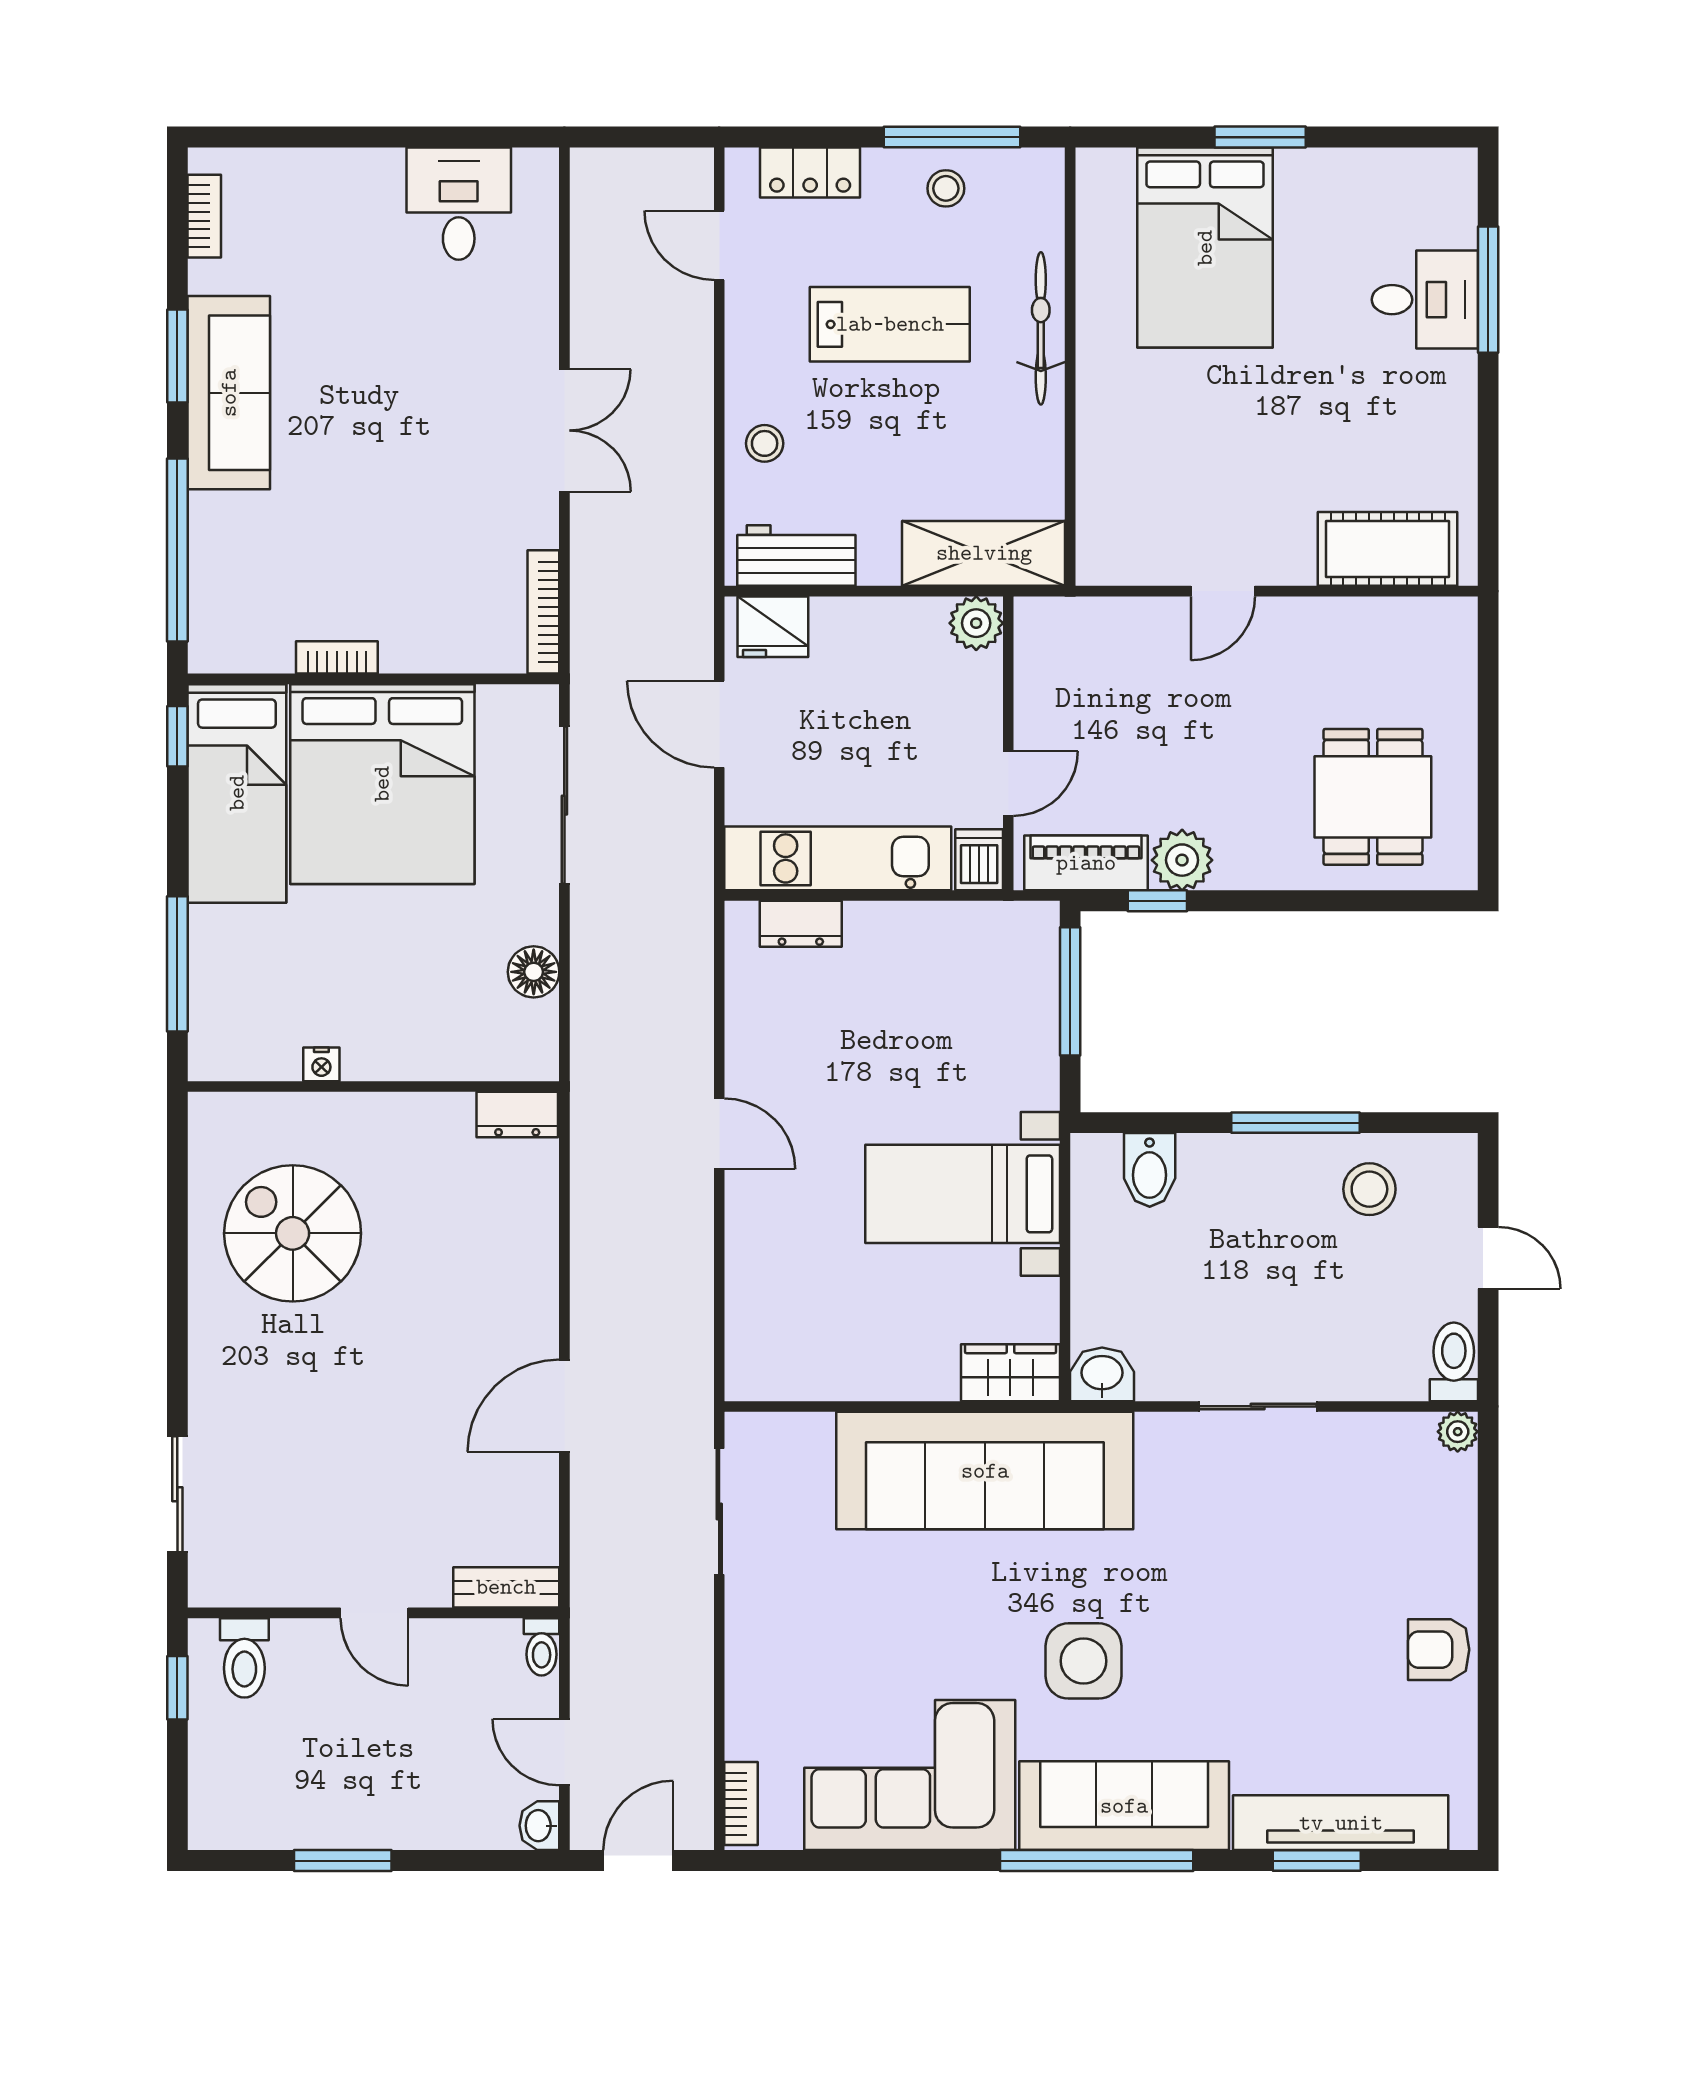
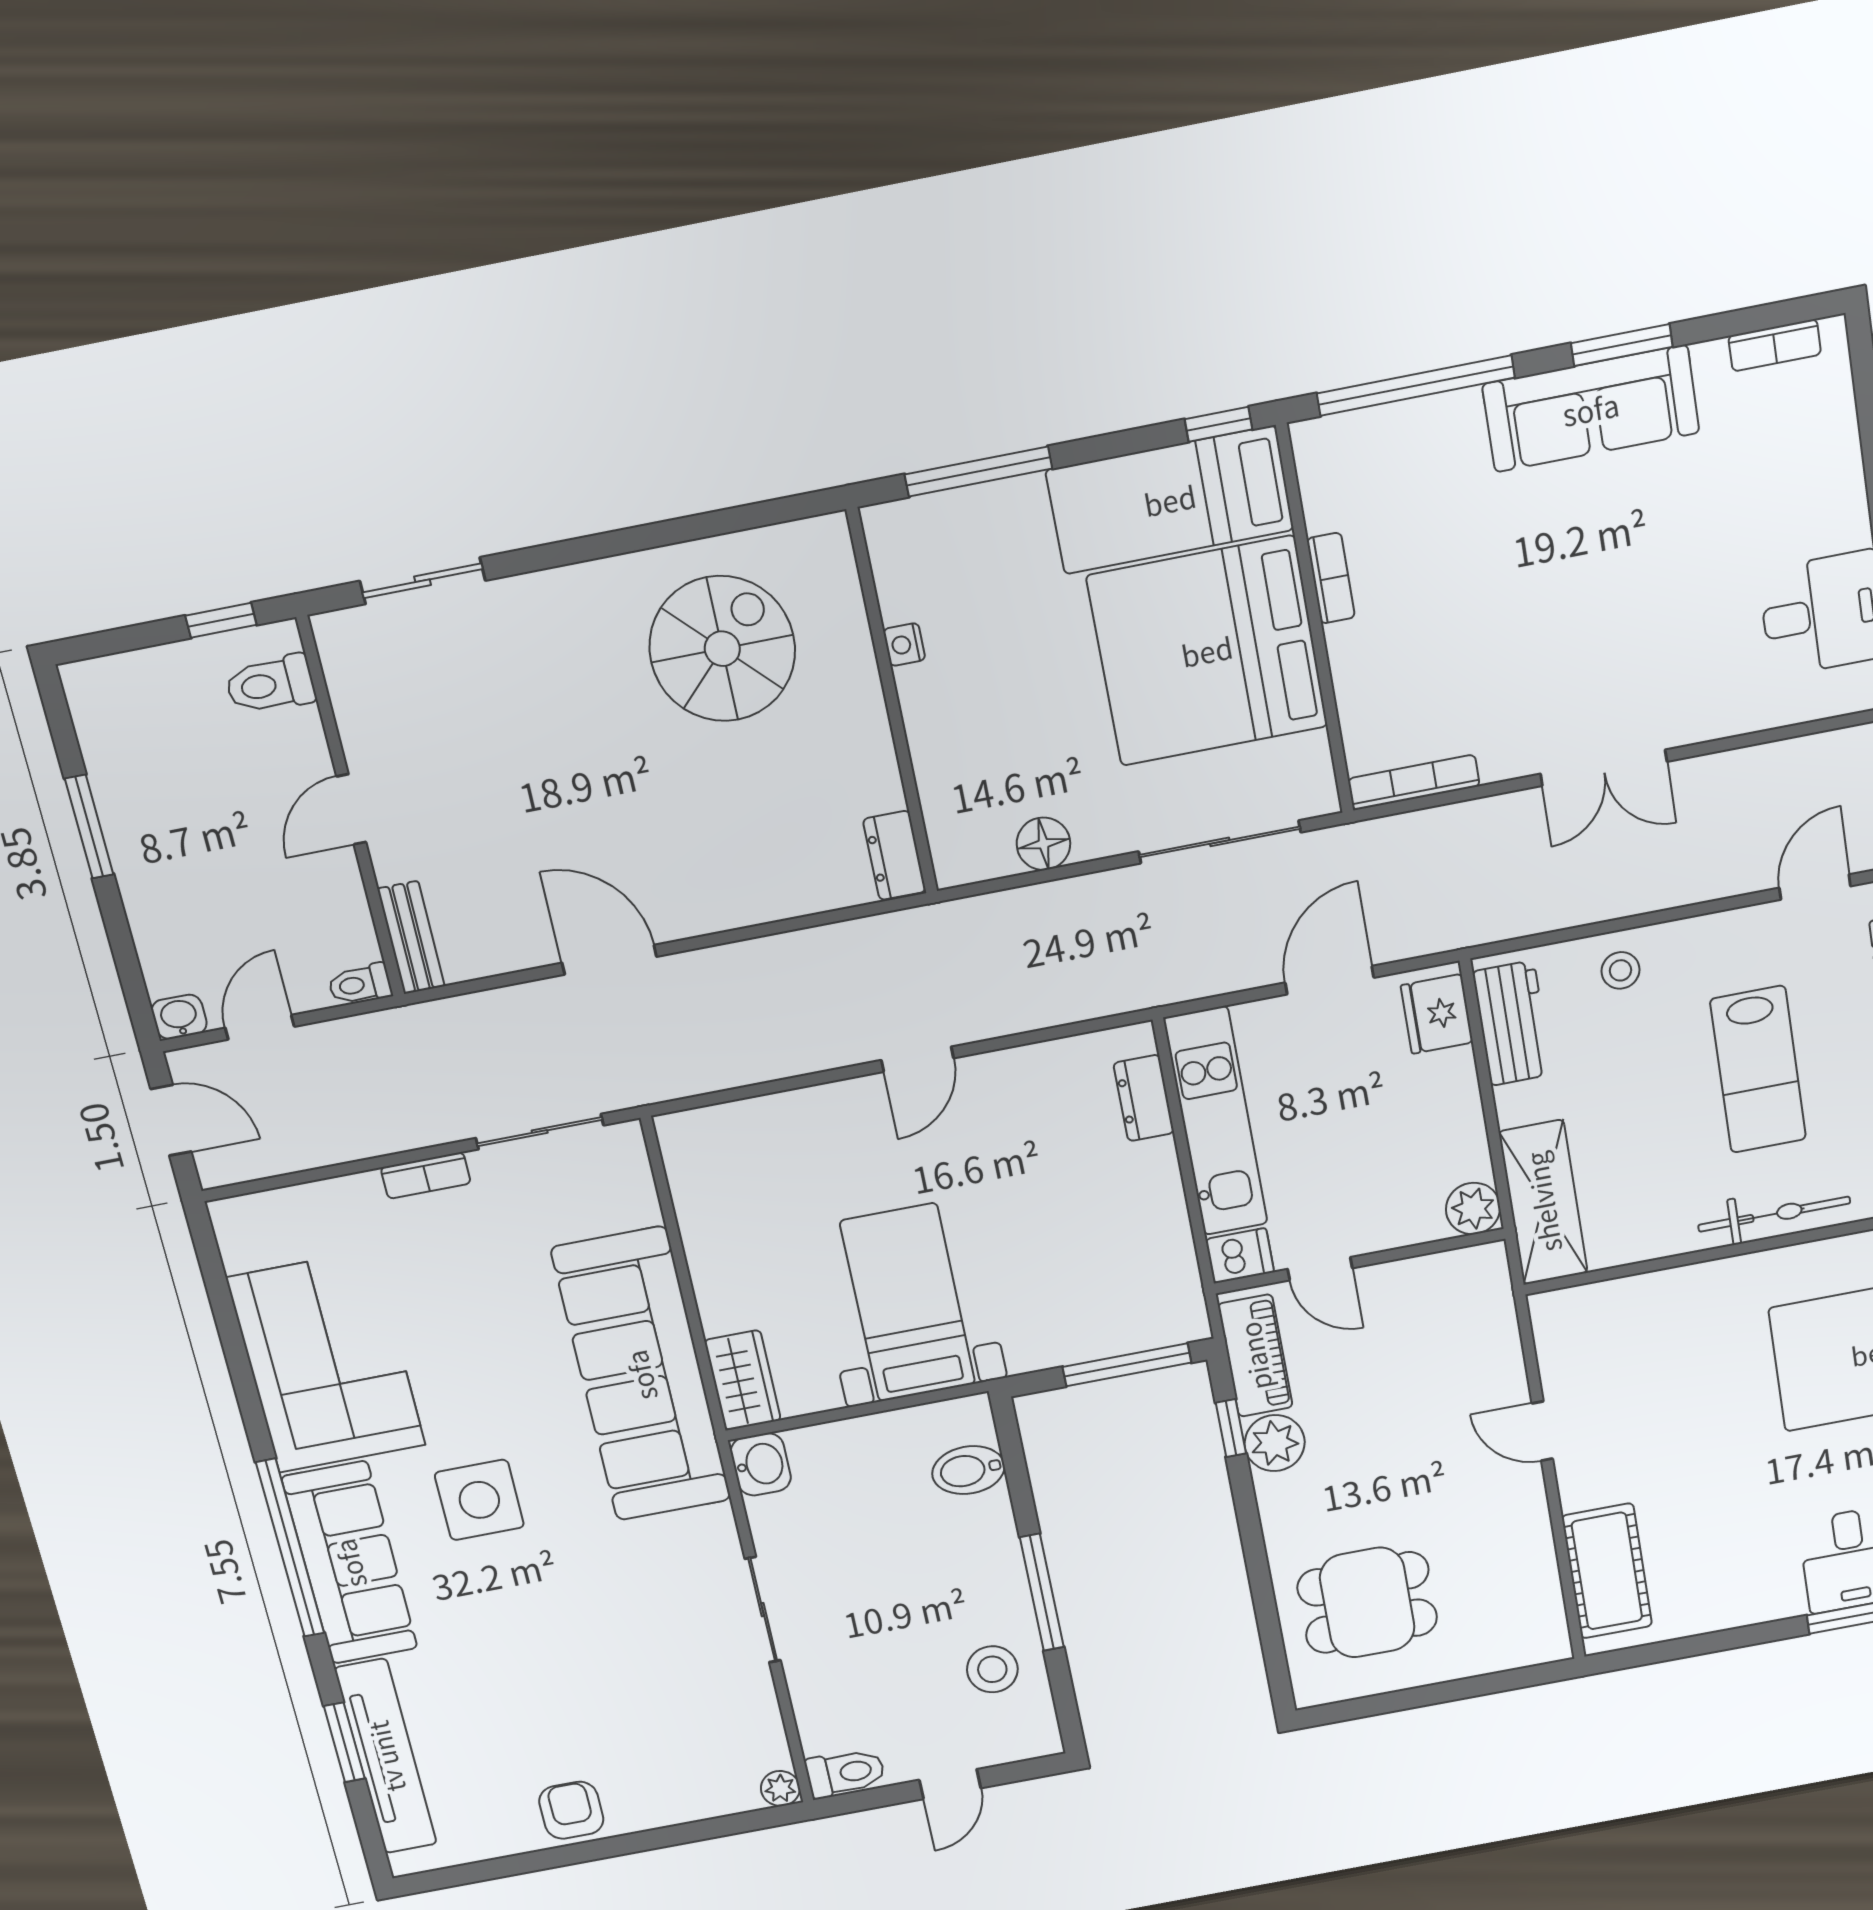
bookcase: (741, 1804) -> (426, 1175), moved

